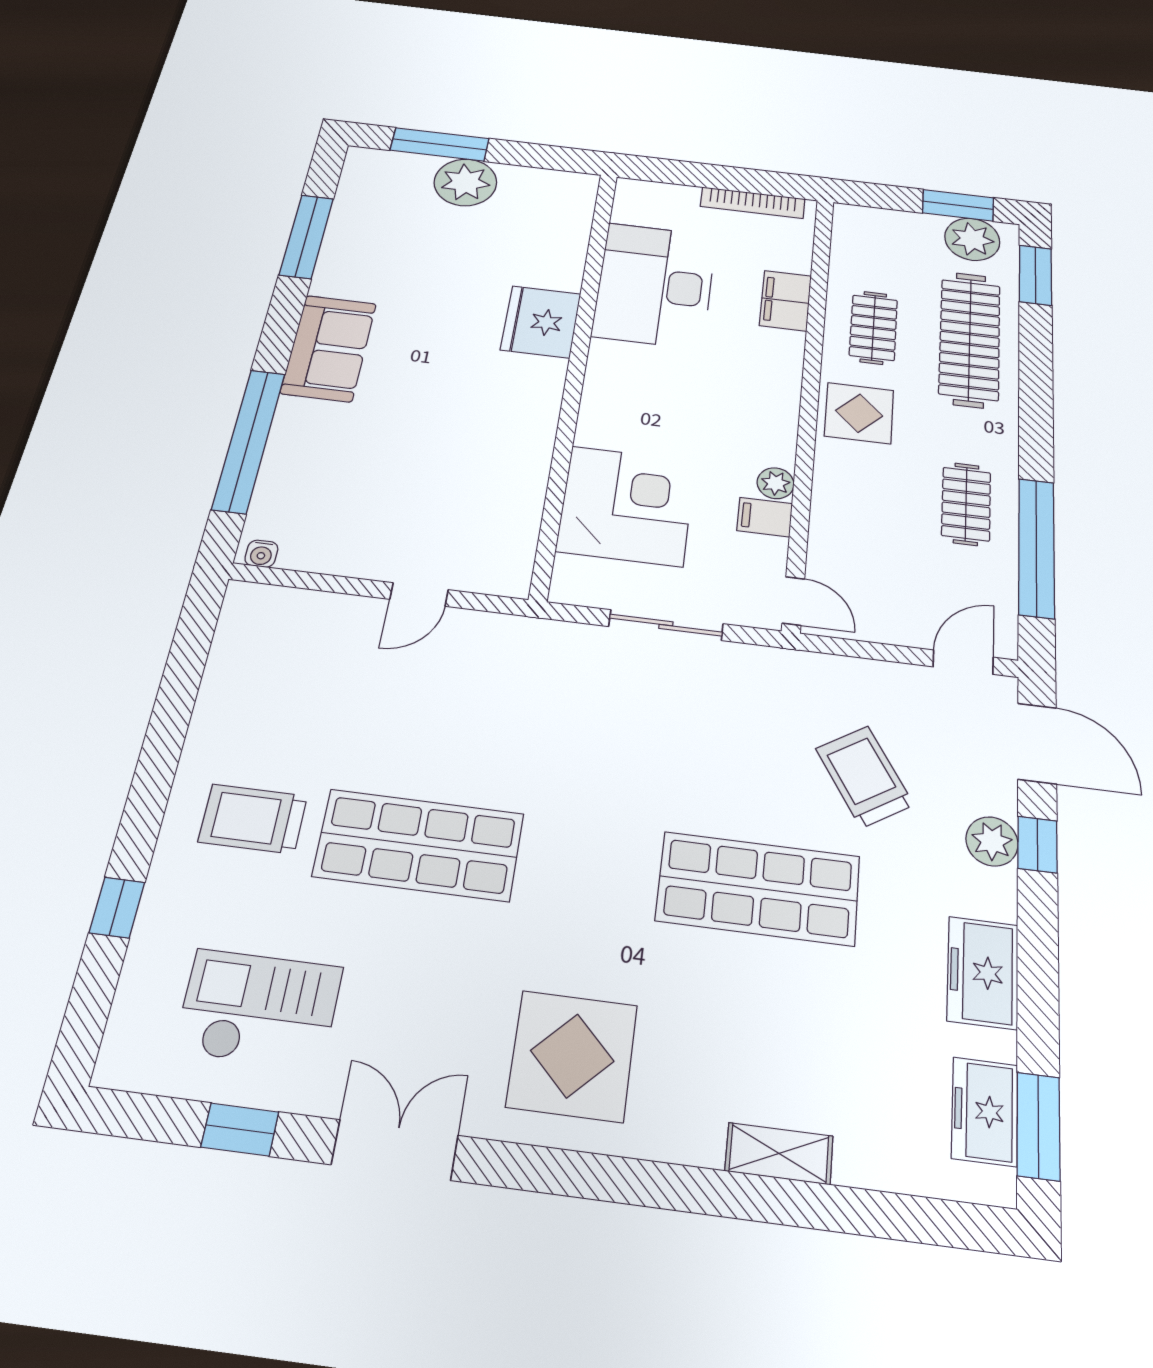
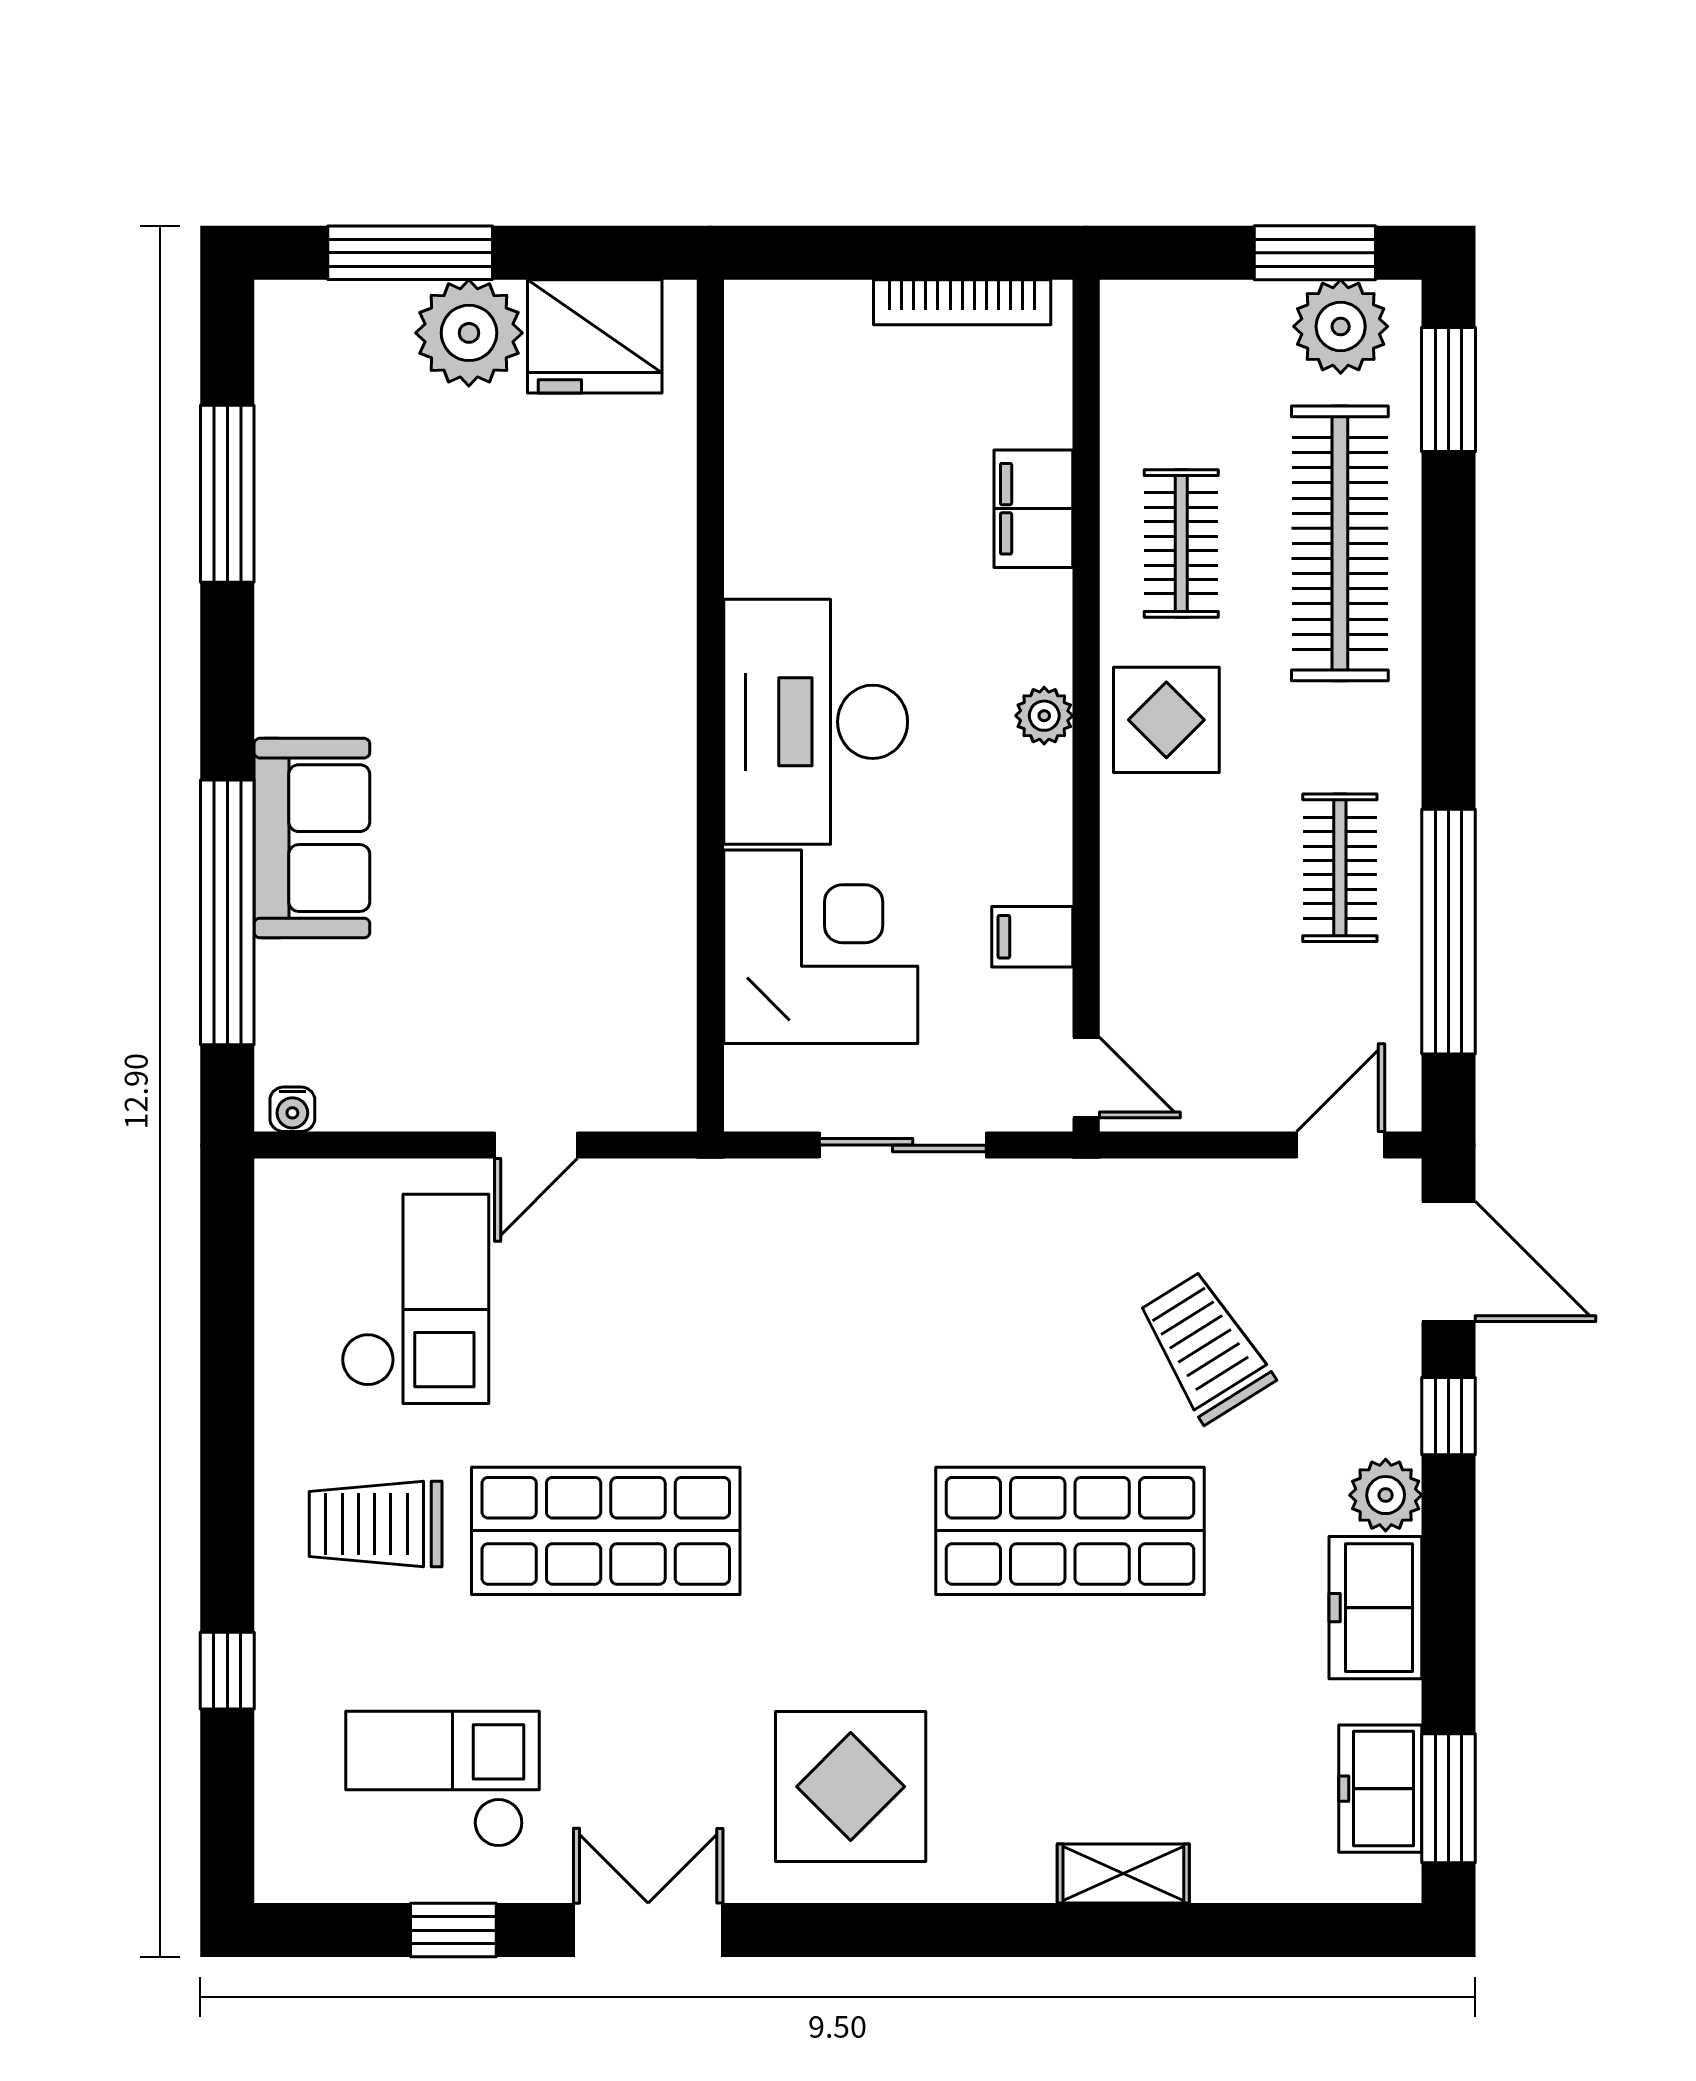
desk: (655, 285) -> (816, 722), moved
fridge: (541, 322) -> (595, 336), moved, turned -90
sofa: (329, 348) -> (312, 838), moved
plant: (776, 483) -> (1044, 716), moved
checkout: (316, 677) -> (415, 1299), added
plant: (992, 841) -> (1386, 1495), moved

